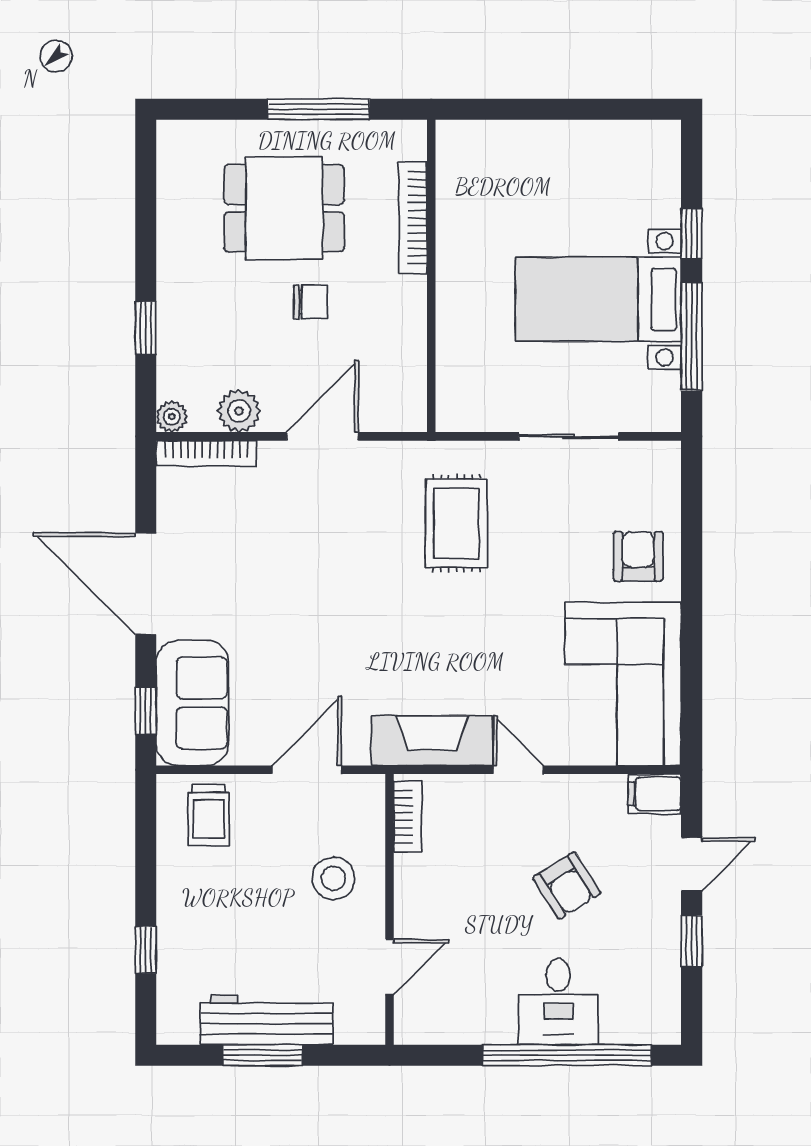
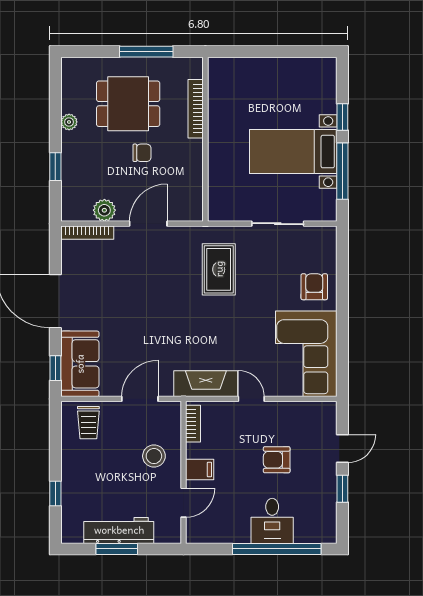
plant: (172, 417) -> (69, 122), moved
filing cabinet: (655, 794) -> (200, 469), moved, turned 180
armchair: (567, 885) -> (277, 460), turned 122

